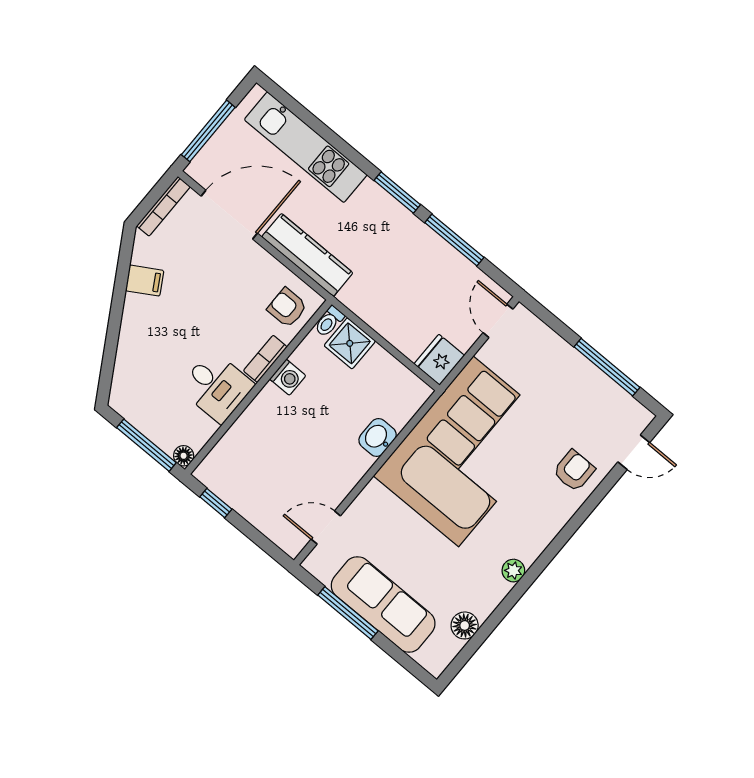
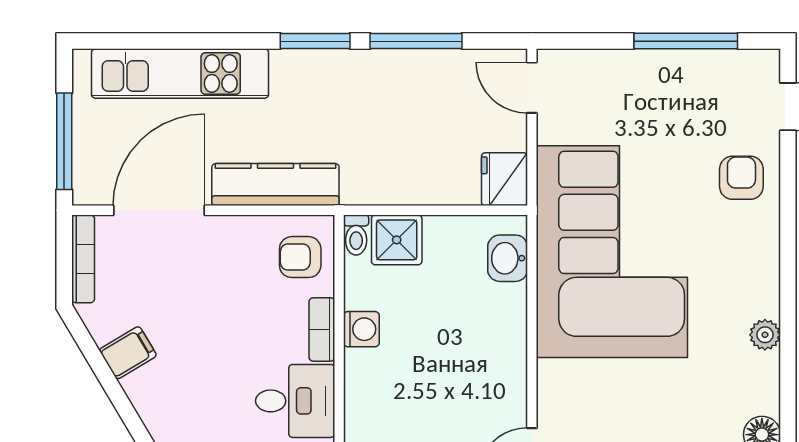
washbasin: (378, 437) -> (508, 258), moved

